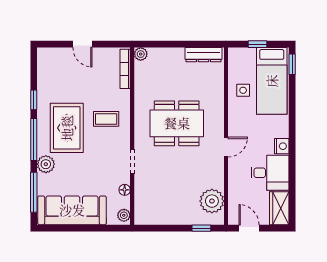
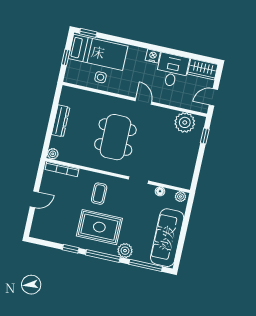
dresser: (204, 55) -> (61, 121), moved

